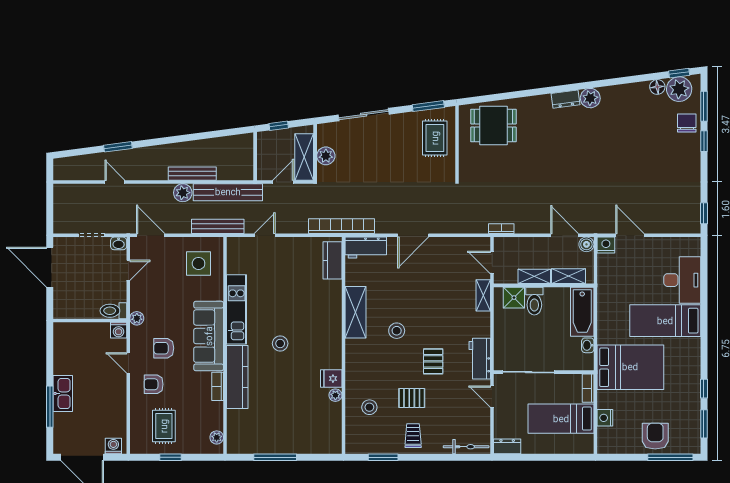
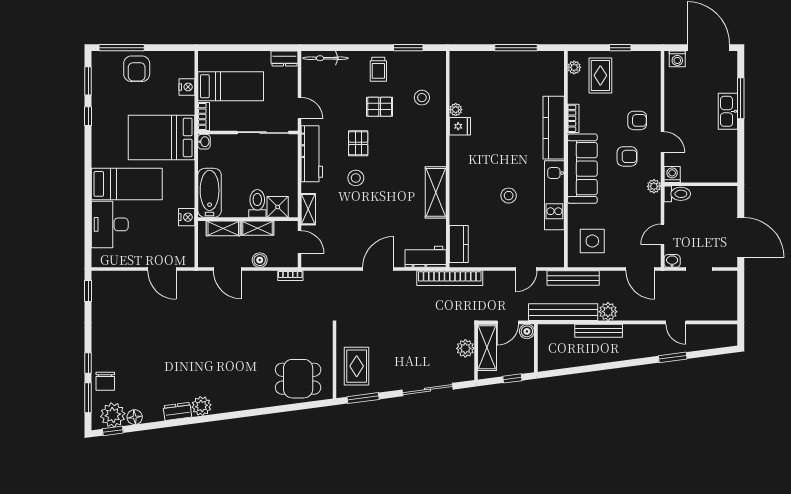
dresser: (566, 99) -> (177, 411), moved
boiler: (264, 173) -> (527, 331), added
boiler: (586, 244) -> (260, 260), moved
nightstand: (606, 245) -> (187, 217), moved, turned -90
stool: (397, 331) -> (356, 178), moved
stool: (280, 343) -> (509, 196), moved
washbasin: (588, 345) -> (204, 142), moved
workbench: (480, 359) -> (312, 154), width x1.38
rug: (164, 426) -> (600, 75), moved

